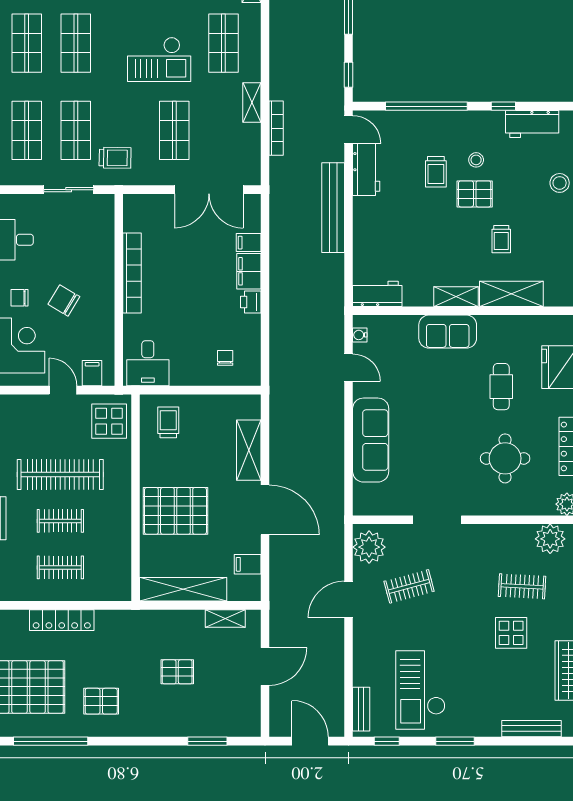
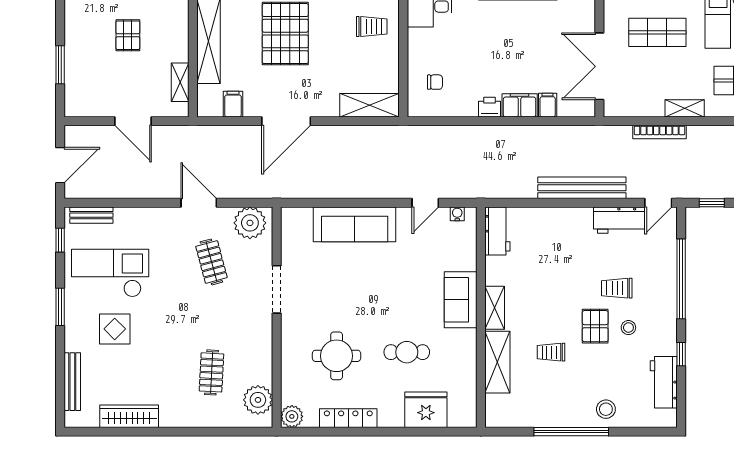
shelving: (249, 450) -> (370, 105), moved
display table: (511, 633) -> (115, 329), moved

